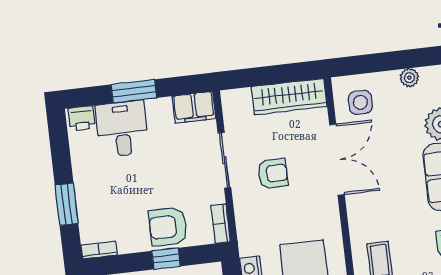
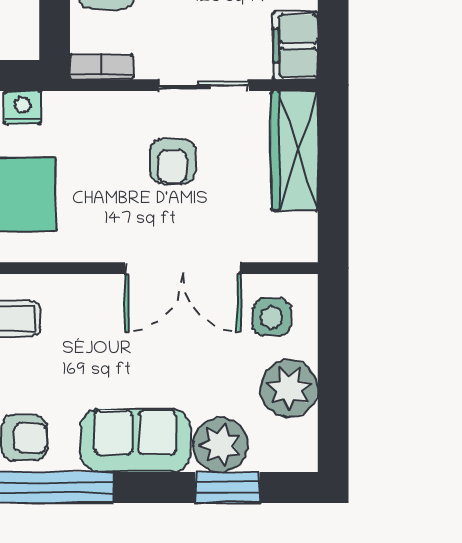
plant: (409, 78) -> (289, 388), width x1.87, depth x1.87
wardrobe: (289, 97) -> (295, 151), moved

